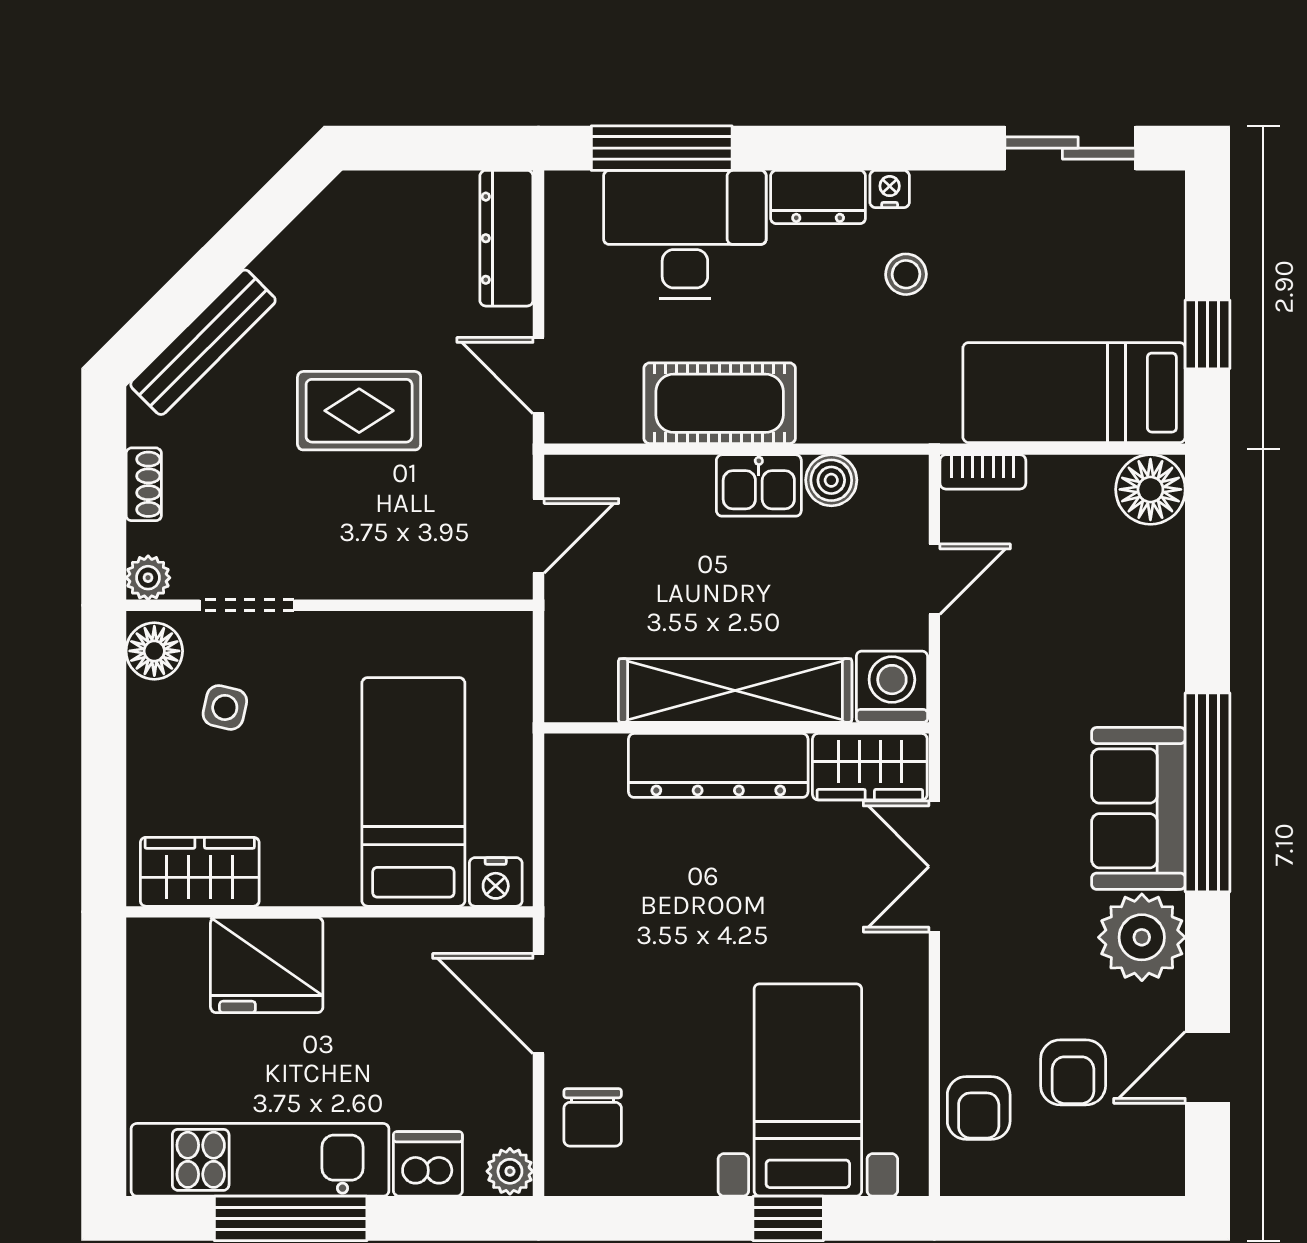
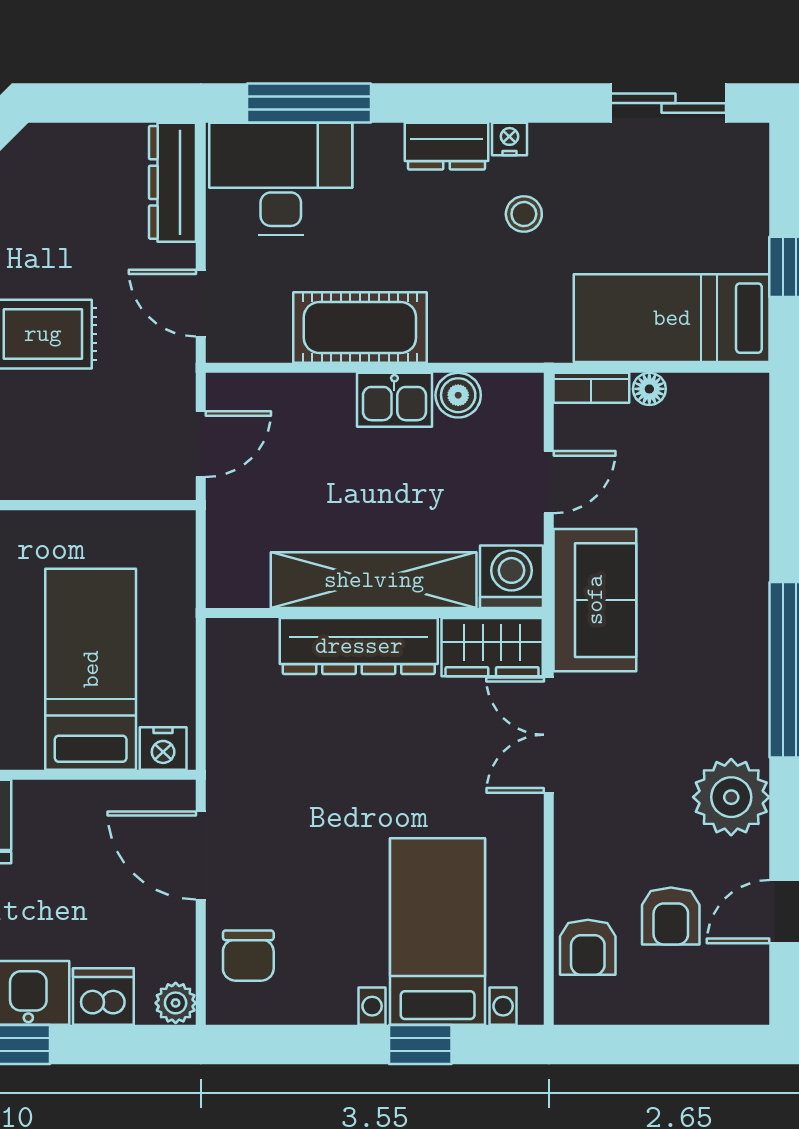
desk: (685, 234) -> (281, 179), moved
floor lamp: (1150, 489) -> (649, 389), moved, width x0.53, depth x0.53
sofa: (1138, 808) -> (595, 600), moved, turned 180

